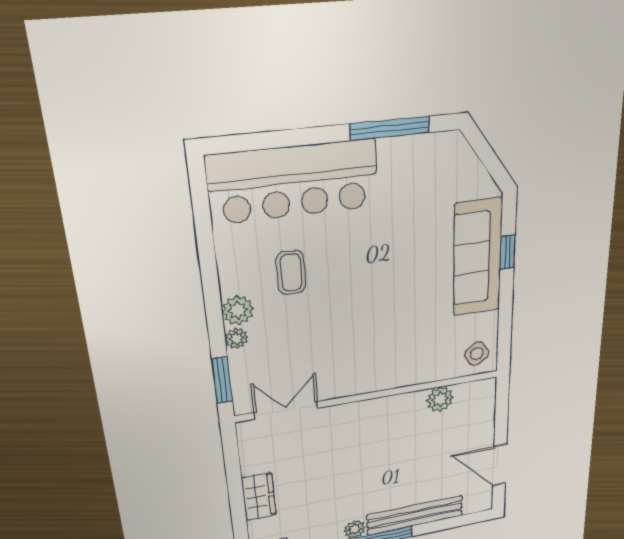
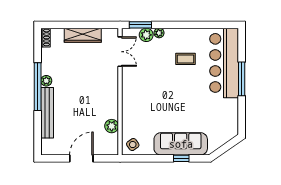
window: (390, 128) -> (242, 79), moved
plant: (238, 310) -> (146, 35), moved
door: (500, 465) -> (81, 158), moved
wardrobe: (259, 497) -> (83, 35), width x1.50

